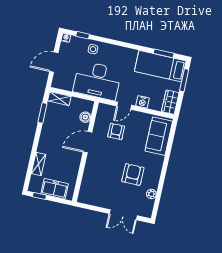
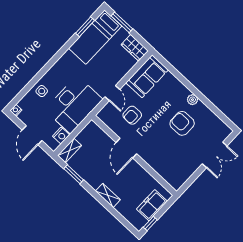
window: (83, 35) -> (23, 93), removed
nightstand: (142, 102) -> (61, 136), moved
boiler: (85, 117) -> (102, 136), removed
armchair: (116, 131) -> (132, 115), turned -90
sofa: (159, 136) -> (147, 76), moved, turned -90
shelving: (39, 164) -> (108, 195), moved
plant: (151, 194) -> (193, 100), moved

